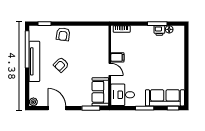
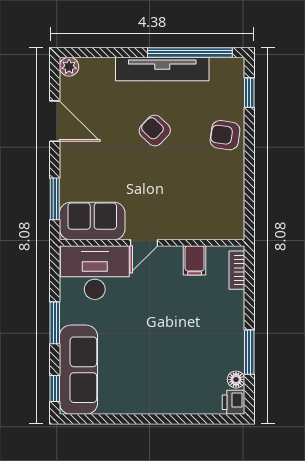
printer: (159, 30) -> (234, 402), moved
filing cabinet: (117, 57) -> (195, 260), moved
desk: (123, 95) -> (95, 273), width x1.37
door: (57, 108) -> (55, 121), hinge flipped

